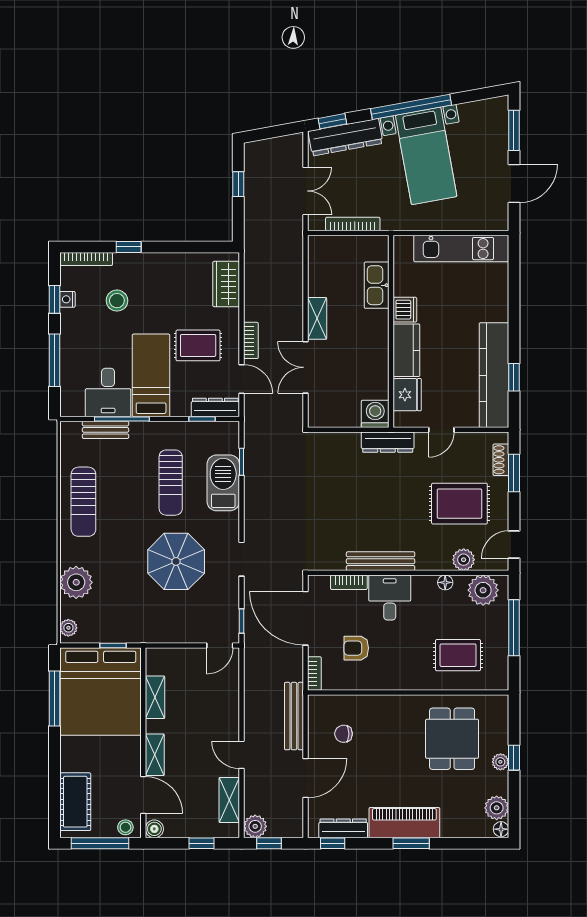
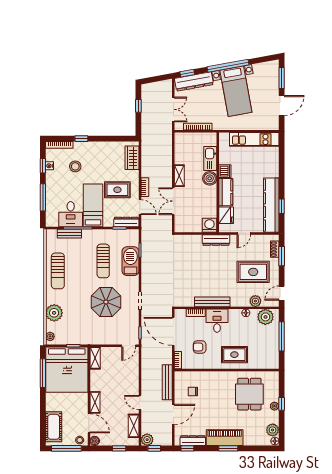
boiler: (376, 324) -> (210, 178), added
rug: (458, 655) -> (234, 355), moved
shelving: (155, 697) -> (95, 358), moved

